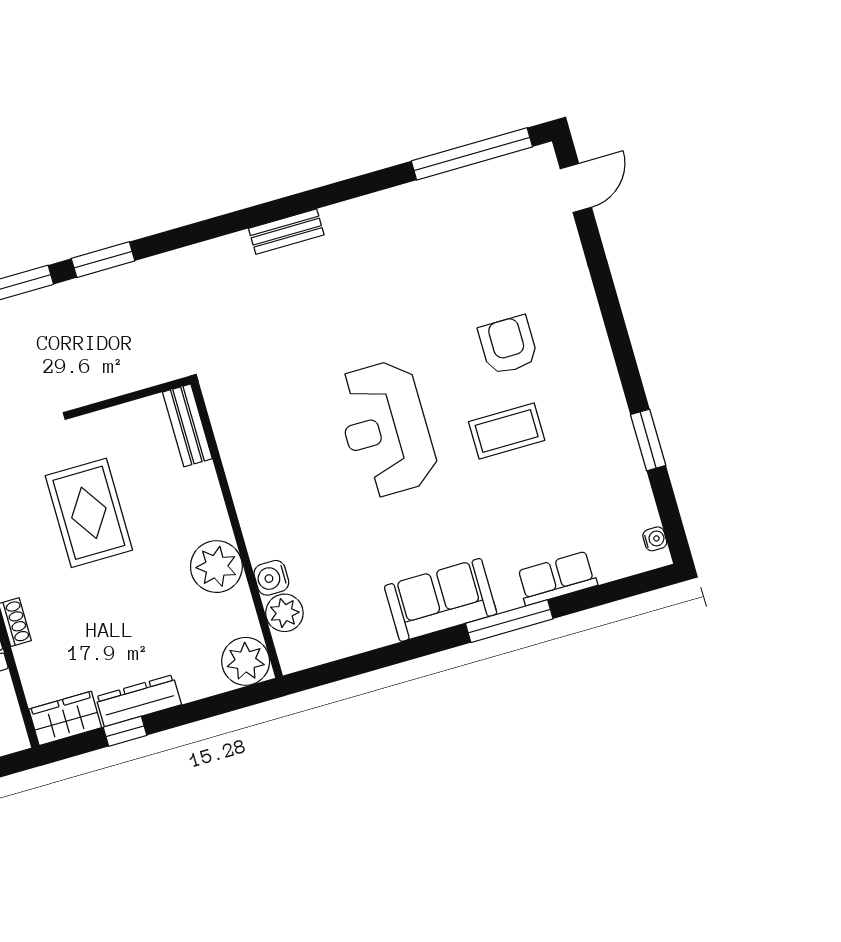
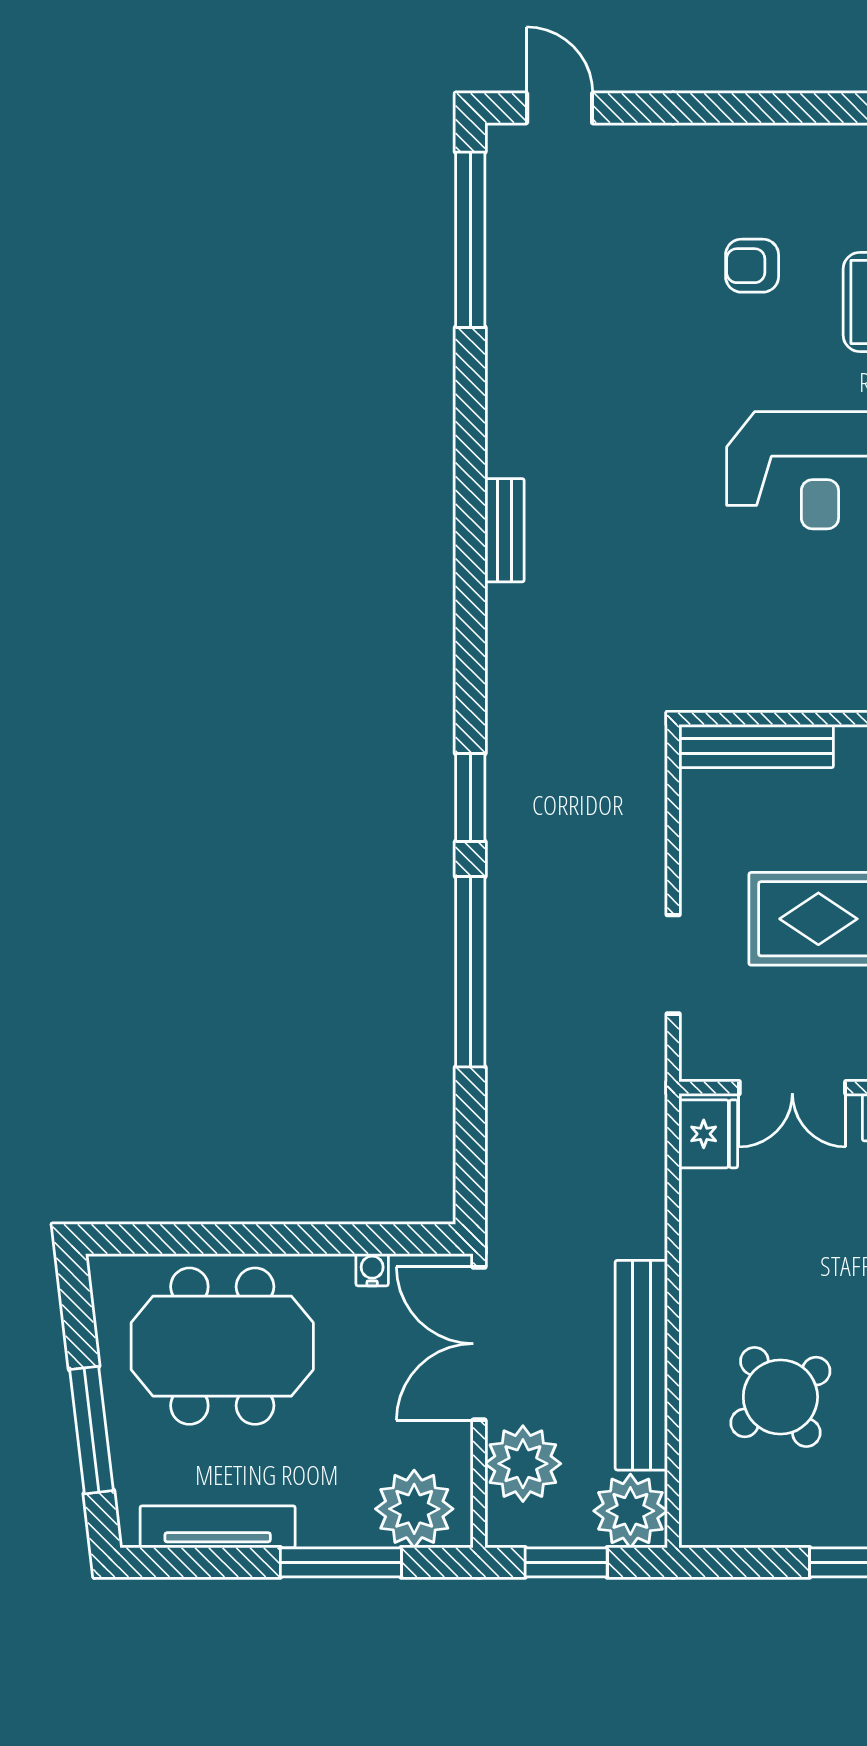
armchair: (508, 345) -> (752, 266), width x0.72, depth x0.72
bench: (187, 425) -> (756, 746), width x1.36

